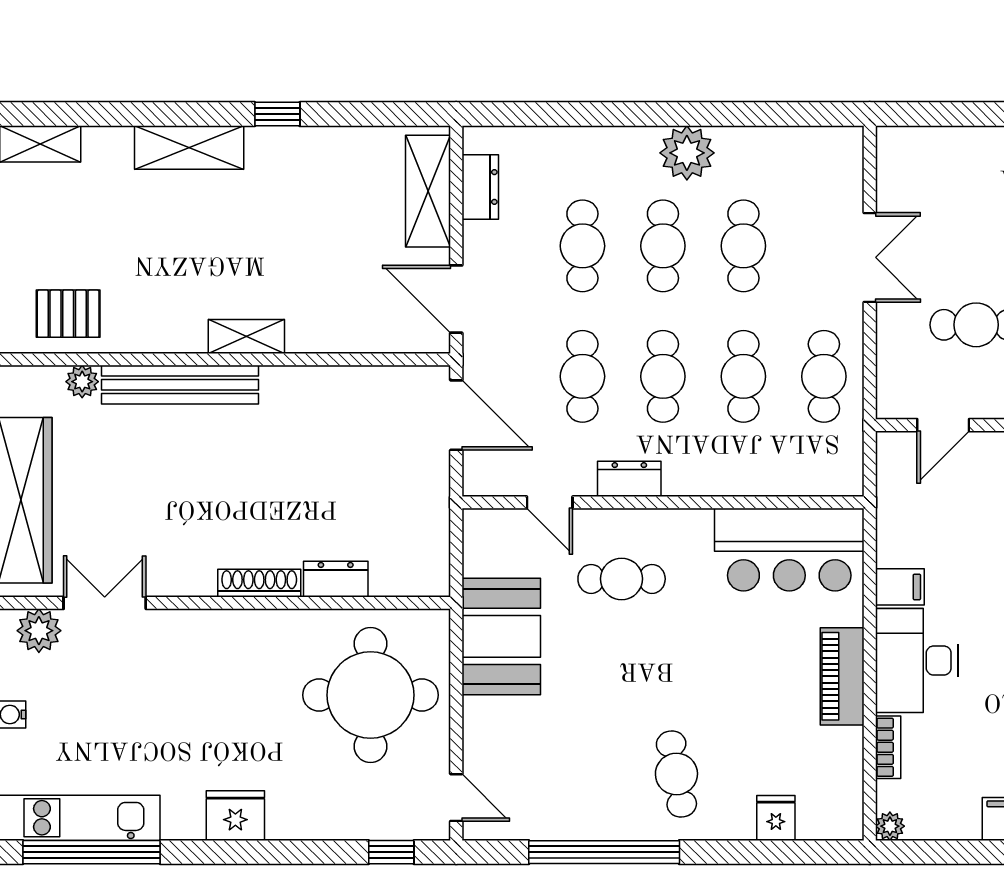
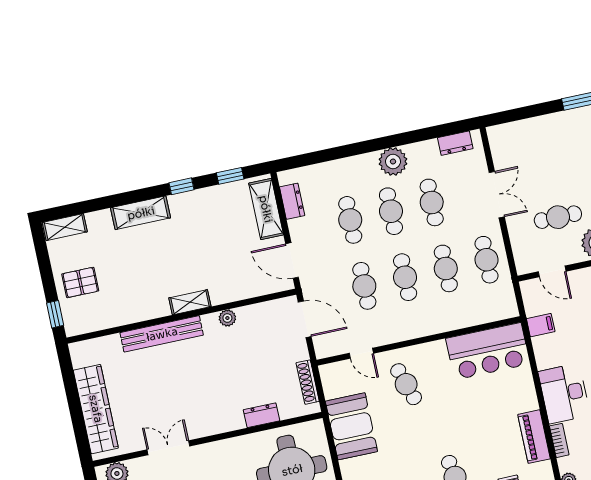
window: (373, 114) -> (230, 176), added
pallet: (68, 314) -> (80, 282), moved
plant: (82, 382) -> (227, 318), moved
door: (943, 425) -> (552, 271), hinge flipped
dresser: (629, 479) -> (455, 143), moved, turned 180
cafe table: (622, 579) -> (406, 384), turned 72
shoe rack: (259, 583) -> (308, 382), moved, turned -90
filing cabinet: (900, 587) -> (541, 325), moved
double door: (105, 603) -> (168, 448), moved
piano: (842, 676) -> (534, 437), moved

